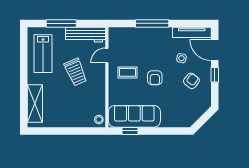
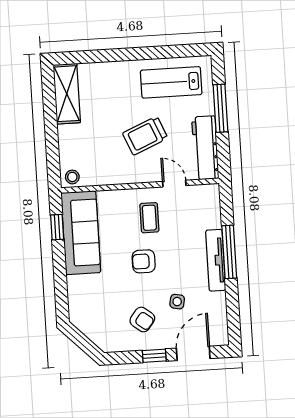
tv unit: (192, 32) -> (216, 260), moved
shelving: (35, 103) -> (67, 94), moved, turned 90

